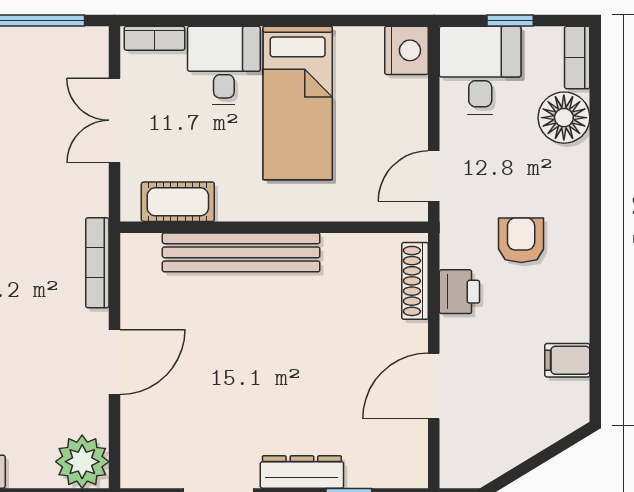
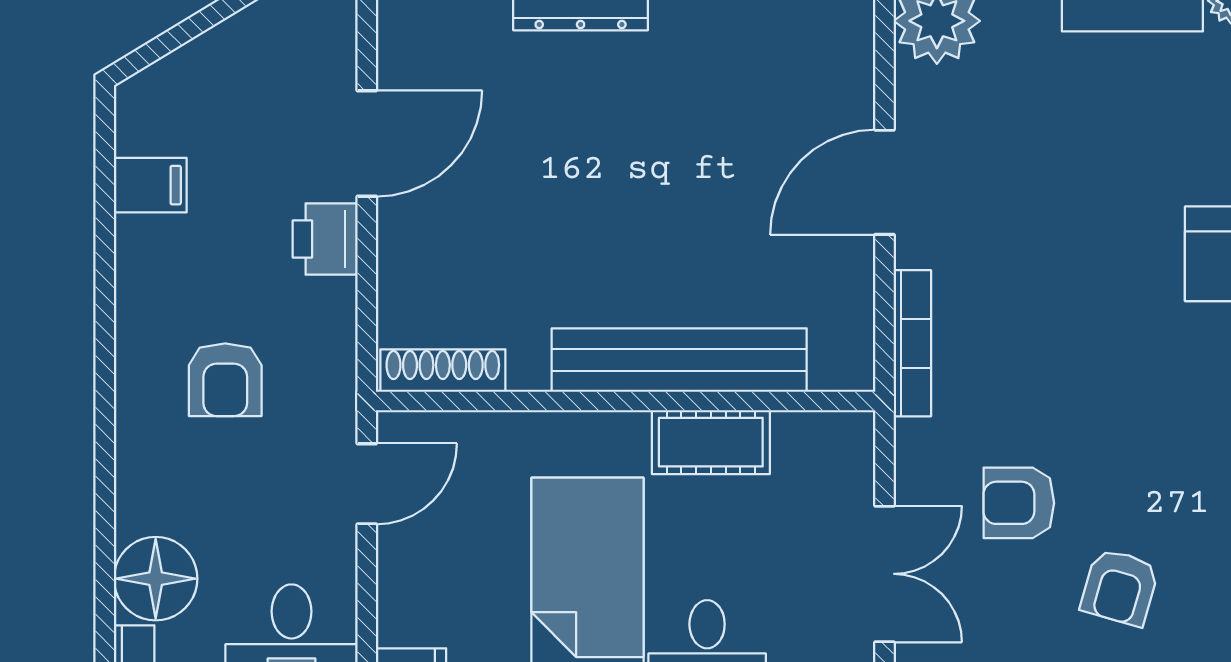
armchair: (32, 164) -> (1019, 503), added
cot: (178, 202) -> (711, 442), moved
shoe rack: (415, 281) -> (443, 371), moved, turned -90
printer: (459, 292) -> (325, 239), moved

